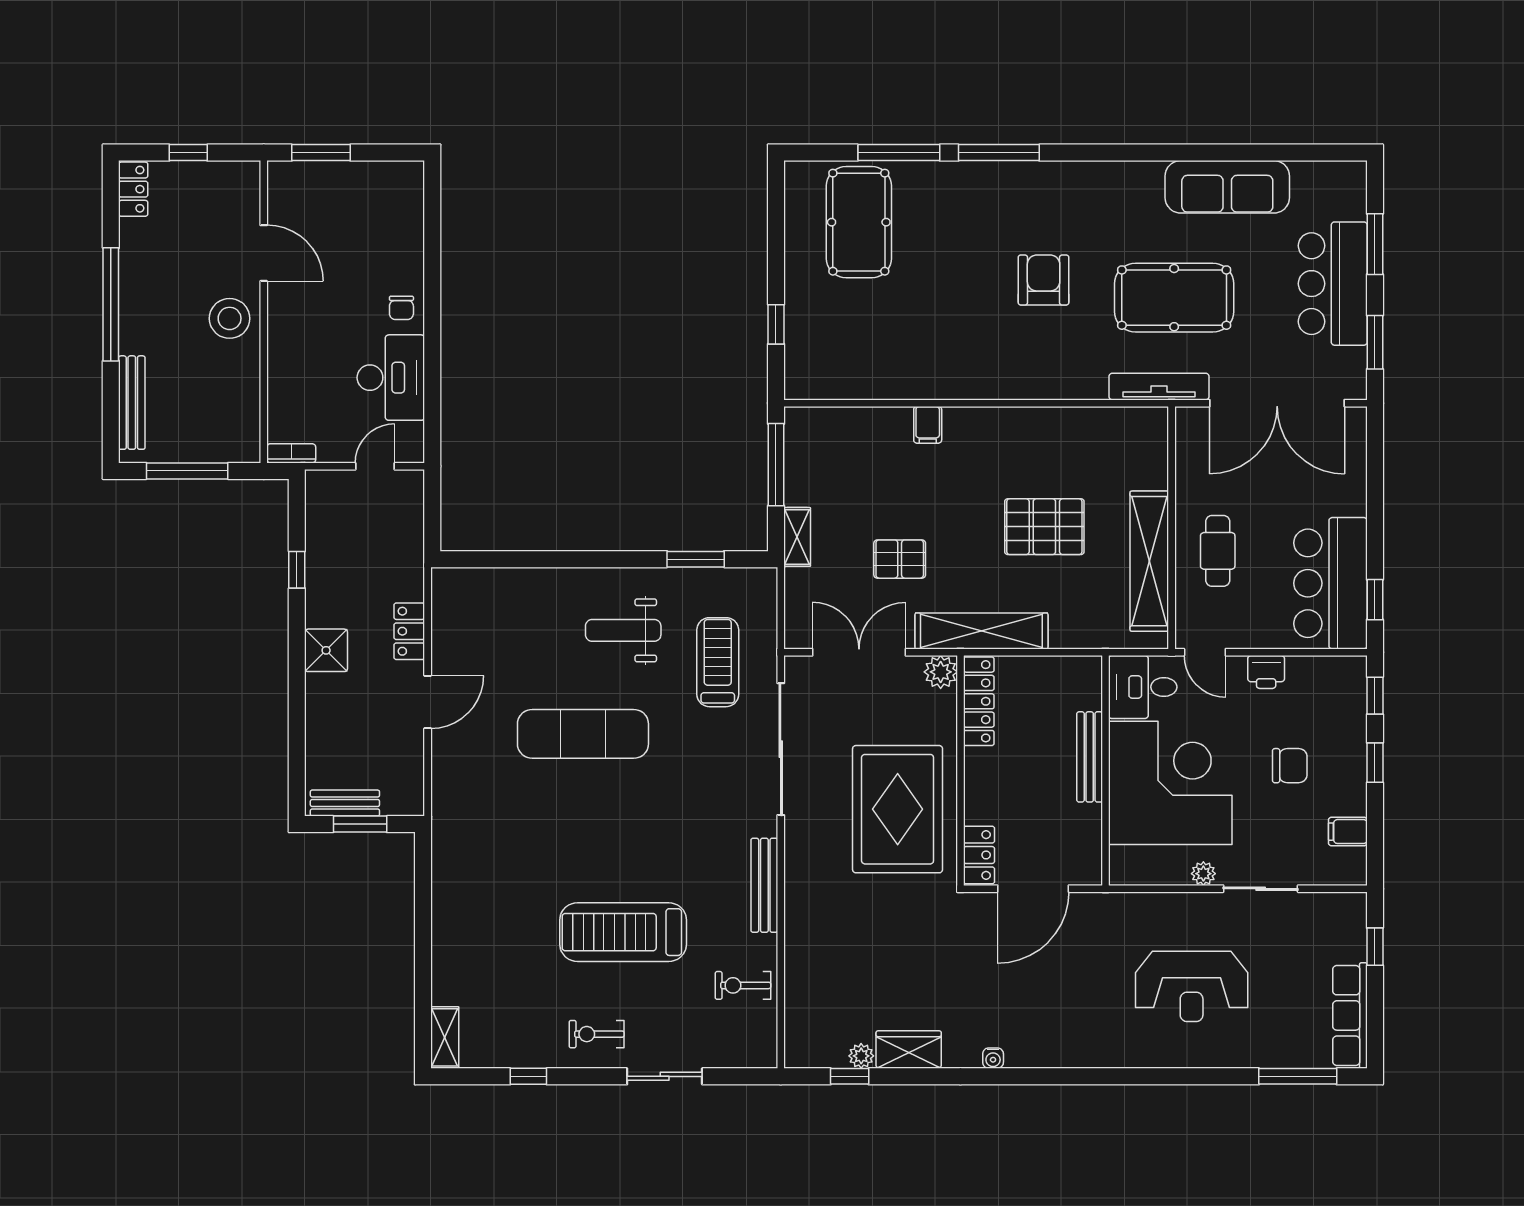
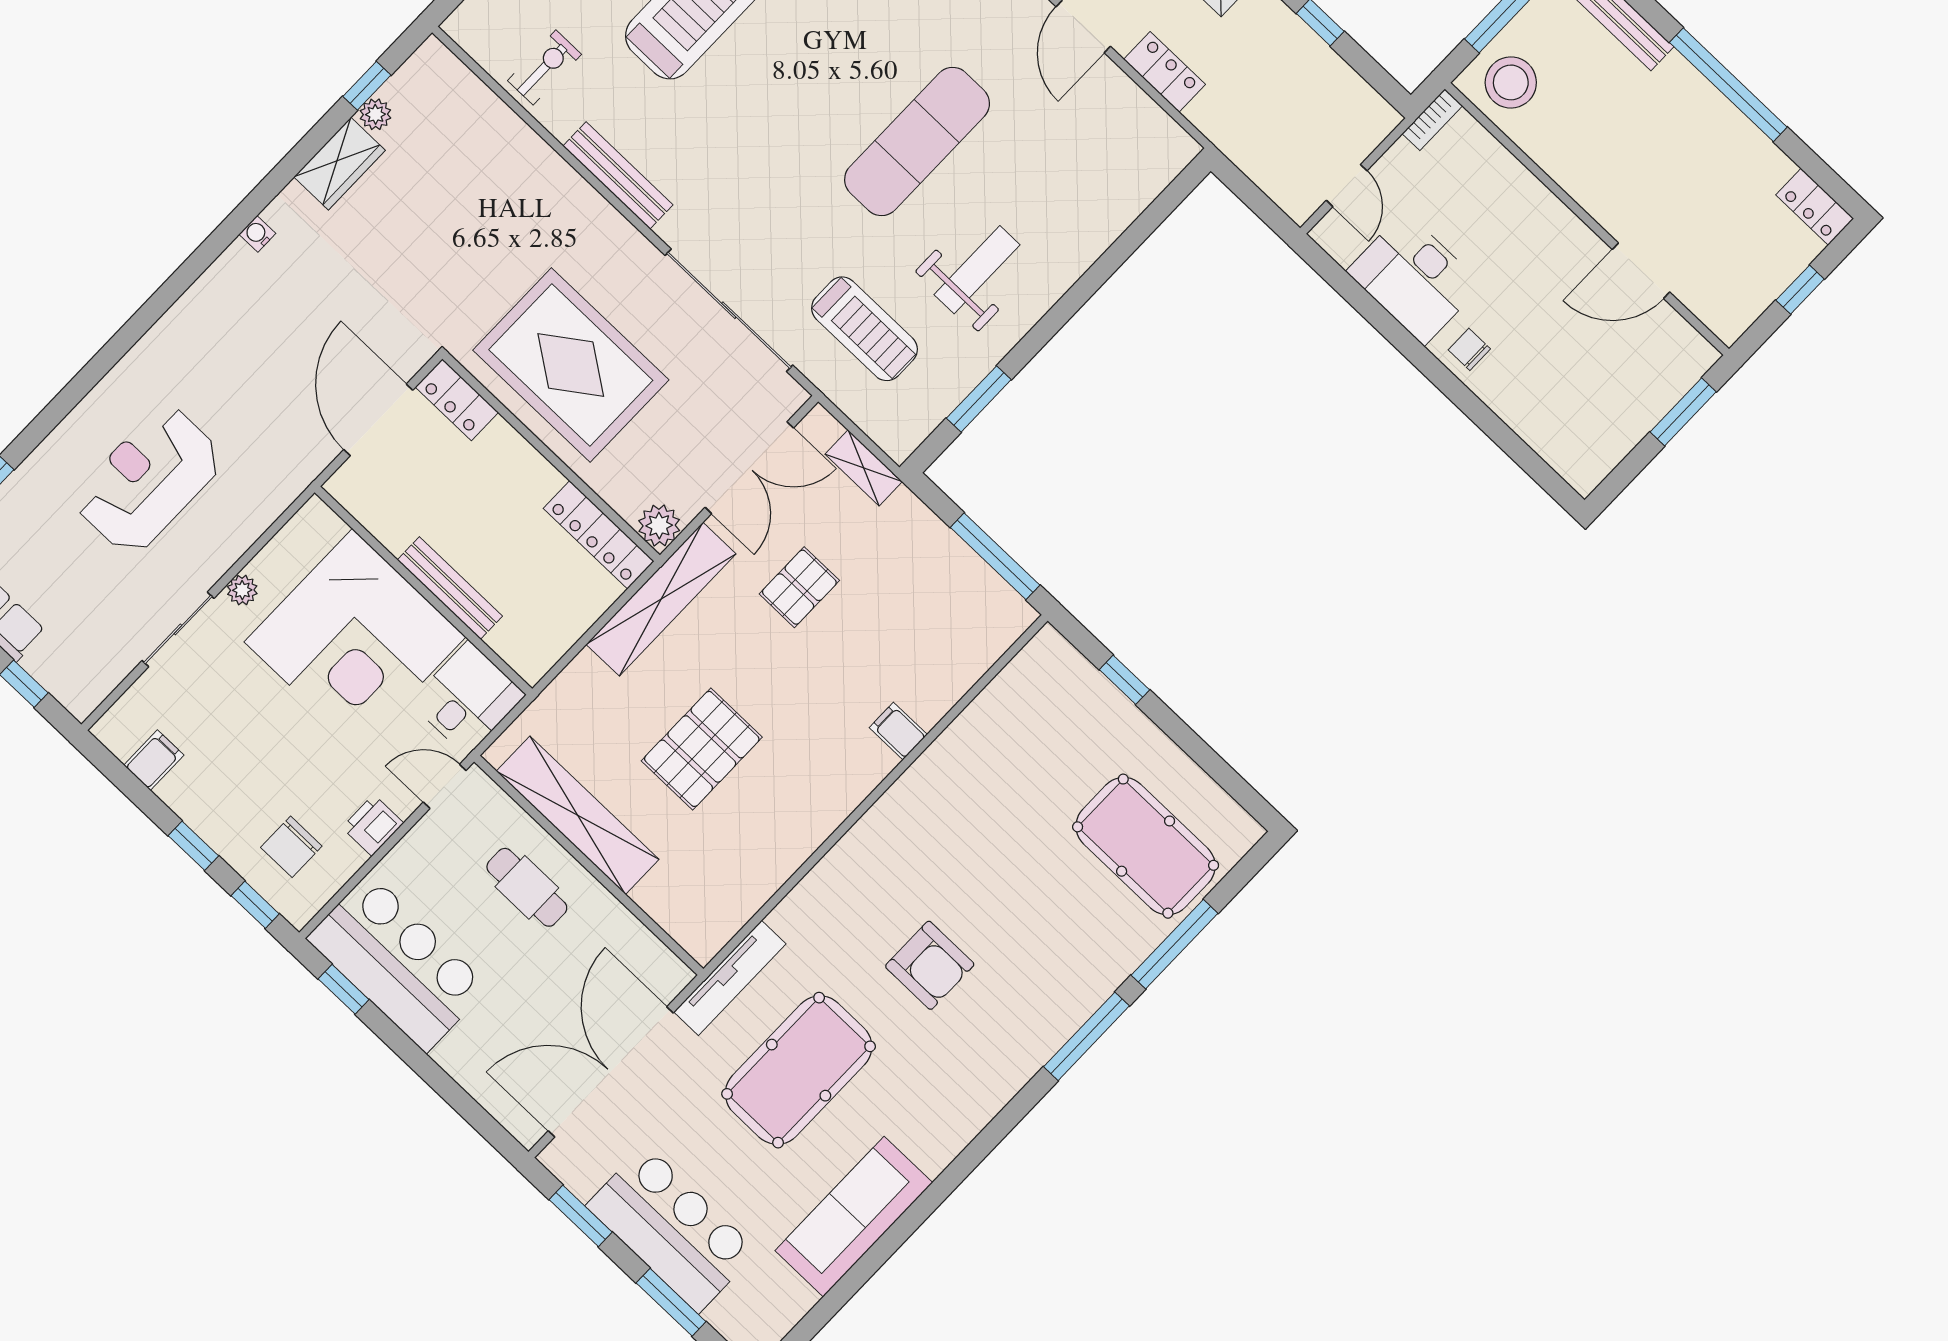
stool: (230, 318) -> (1511, 82), moved
shelving: (797, 537) -> (864, 468), moved
chair: (1290, 766) -> (291, 847), moved

